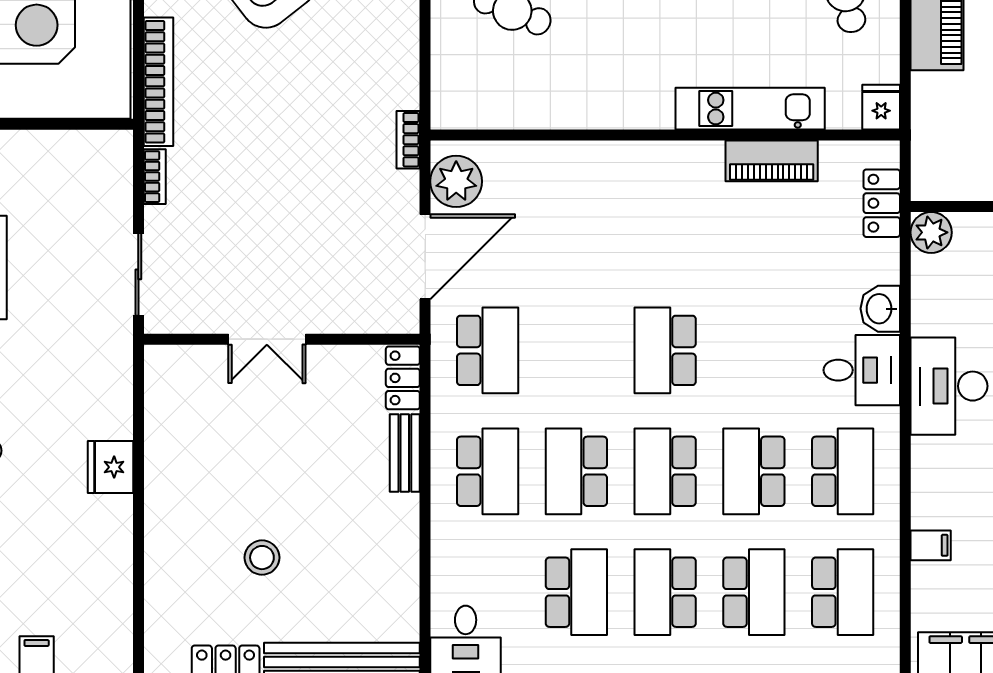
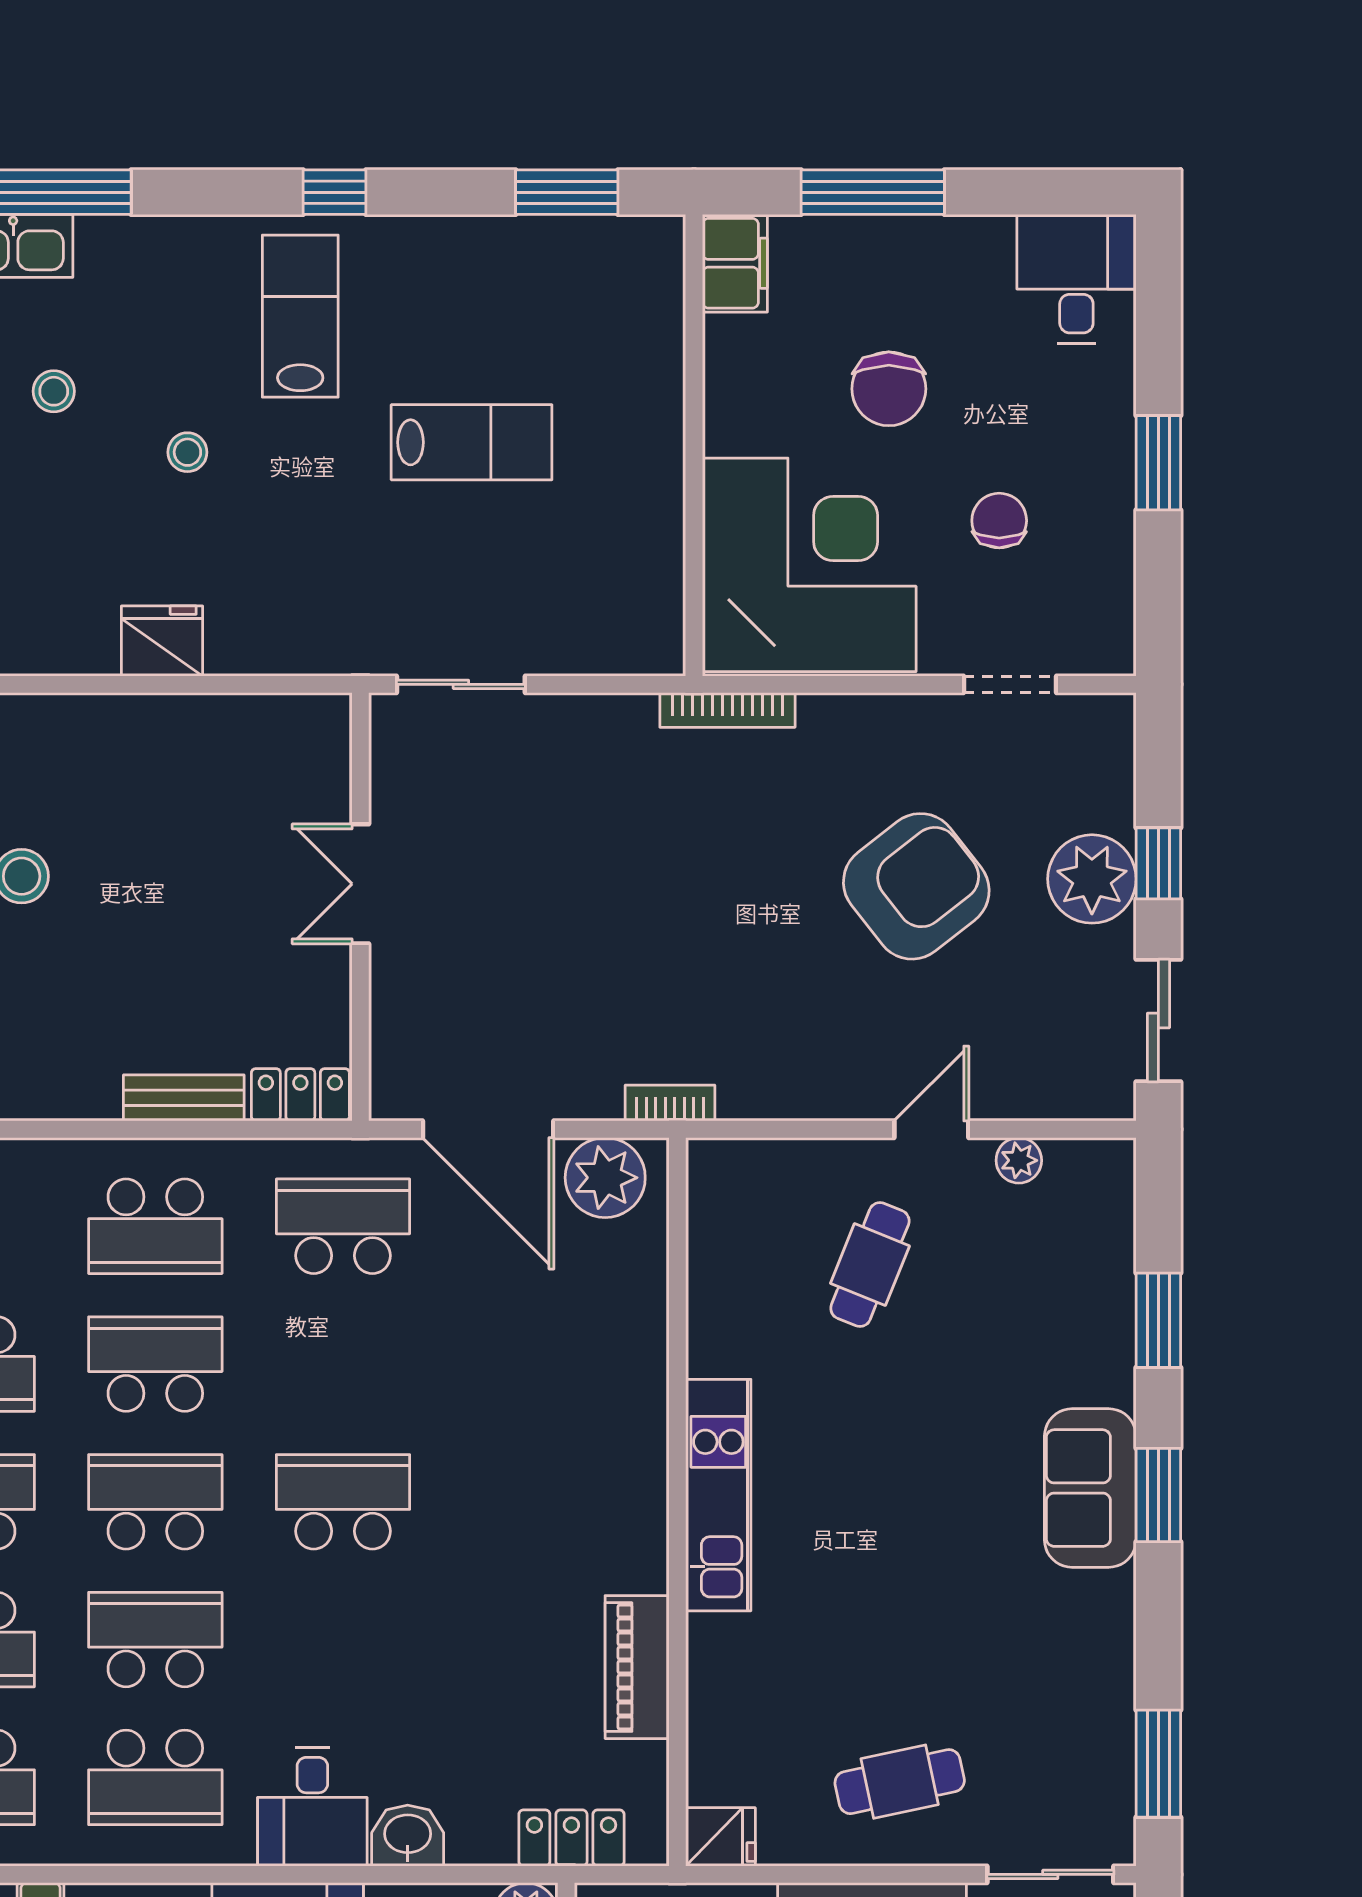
bookcase: (158, 82) -> (727, 710), width x0.68, depth x0.76
kitchen unit: (750, 109) -> (718, 1495), moved
bookcase: (155, 177) -> (613, 710), removed
school desk: (488, 350) -> (343, 1226), turned 180

